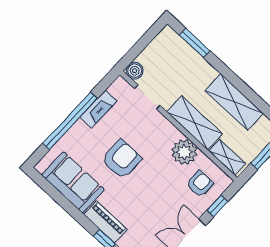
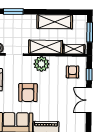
plant: (184, 152) -> (41, 64), moved
armchair: (122, 159) -> (28, 93), turned 180

